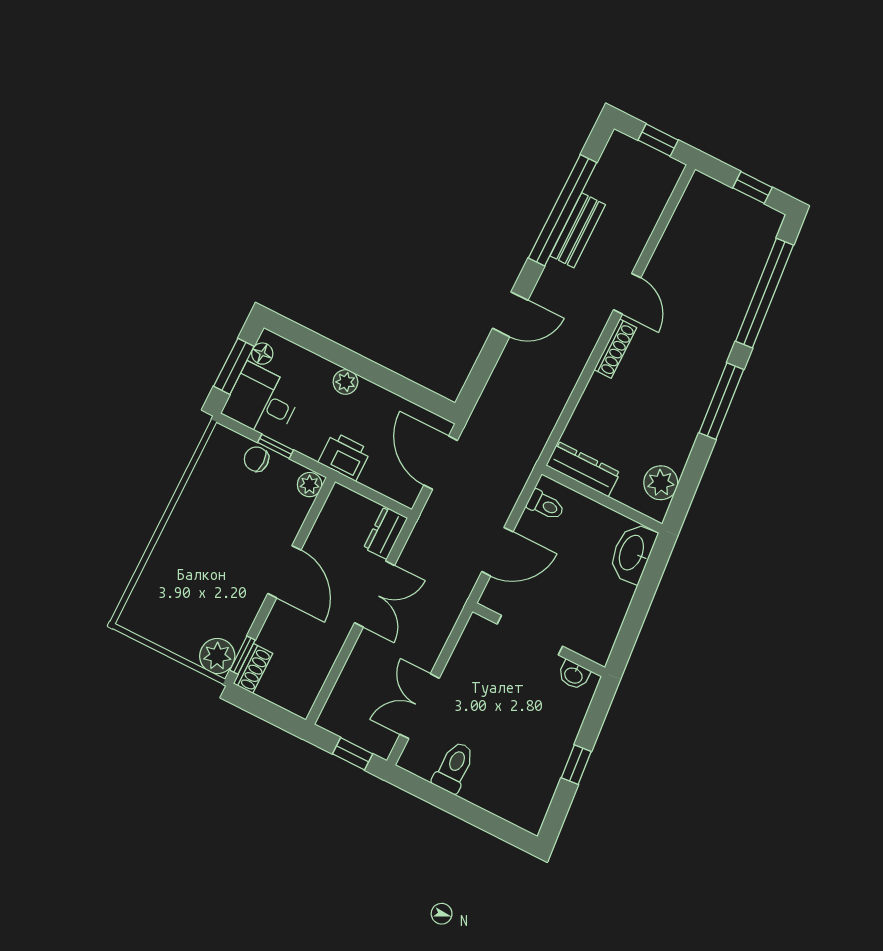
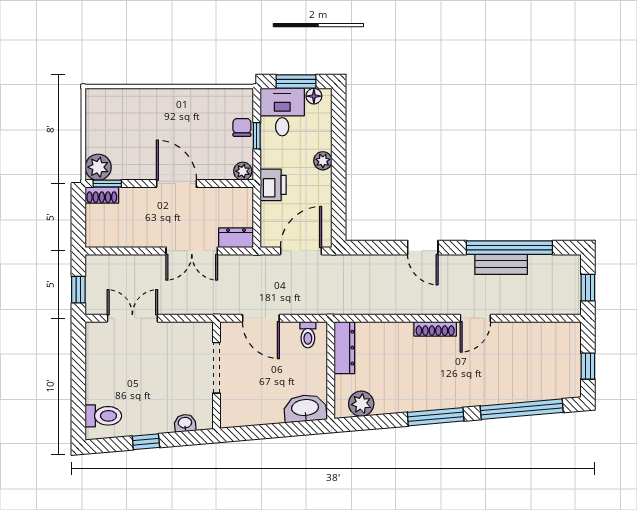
door: (284, 572) -> (176, 184), swing flipped
washbasin: (574, 675) -> (185, 423), moved, turned 85
toilet: (454, 767) -> (103, 416), moved

